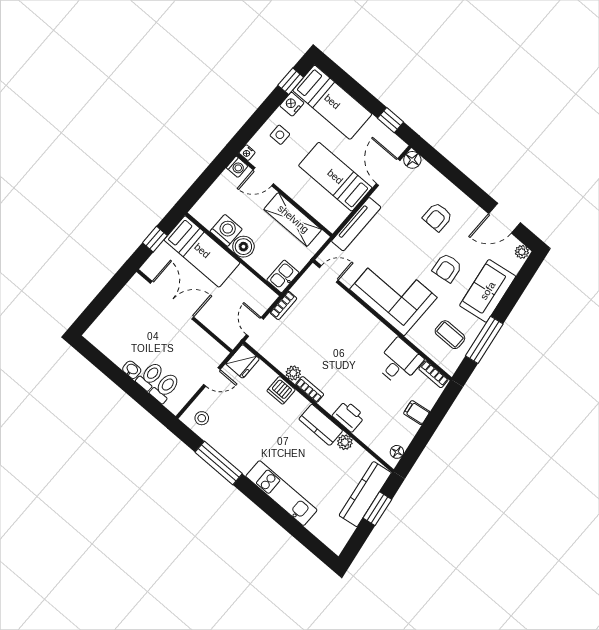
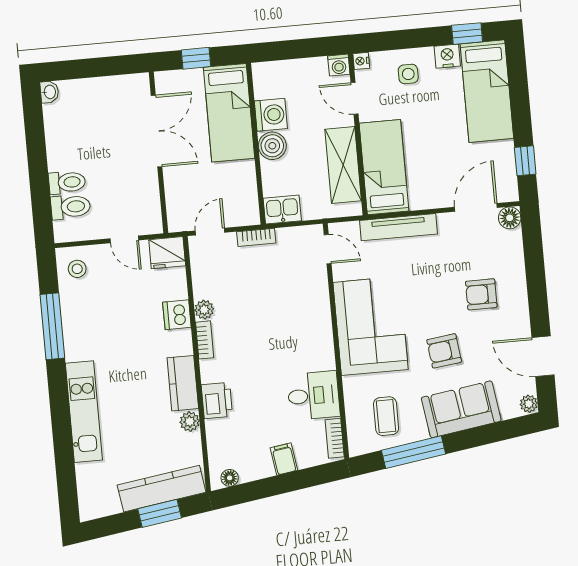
bed: (335, 177) -> (384, 167), moved
washbasin: (132, 370) -> (49, 92), moved

